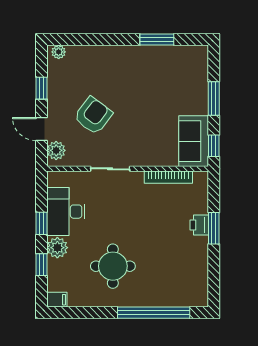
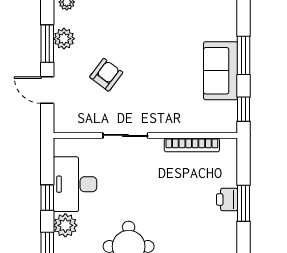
window: (41, 88) -> (47, 44), width x1.50
armchair: (93, 116) -> (106, 75), width x0.72, depth x0.72
sofa: (194, 141) -> (221, 71), moved
plant: (56, 150) -> (64, 39), moved

